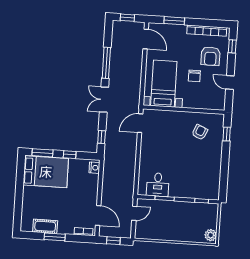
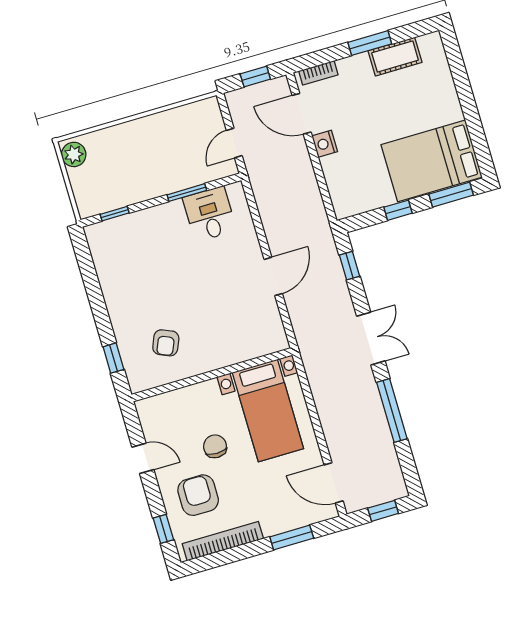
door: (140, 123) -> (273, 276), moved
nightstand: (94, 168) -> (325, 144), moved

